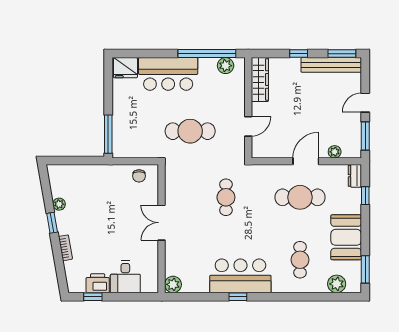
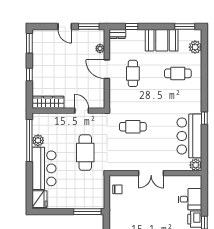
bench: (331, 65) -> (38, 51), removed
plant: (226, 66) -> (38, 140), moved
cafe table: (300, 197) -> (133, 73), width x0.73, depth x0.74
bar counter: (240, 276) -> (189, 136), moved

